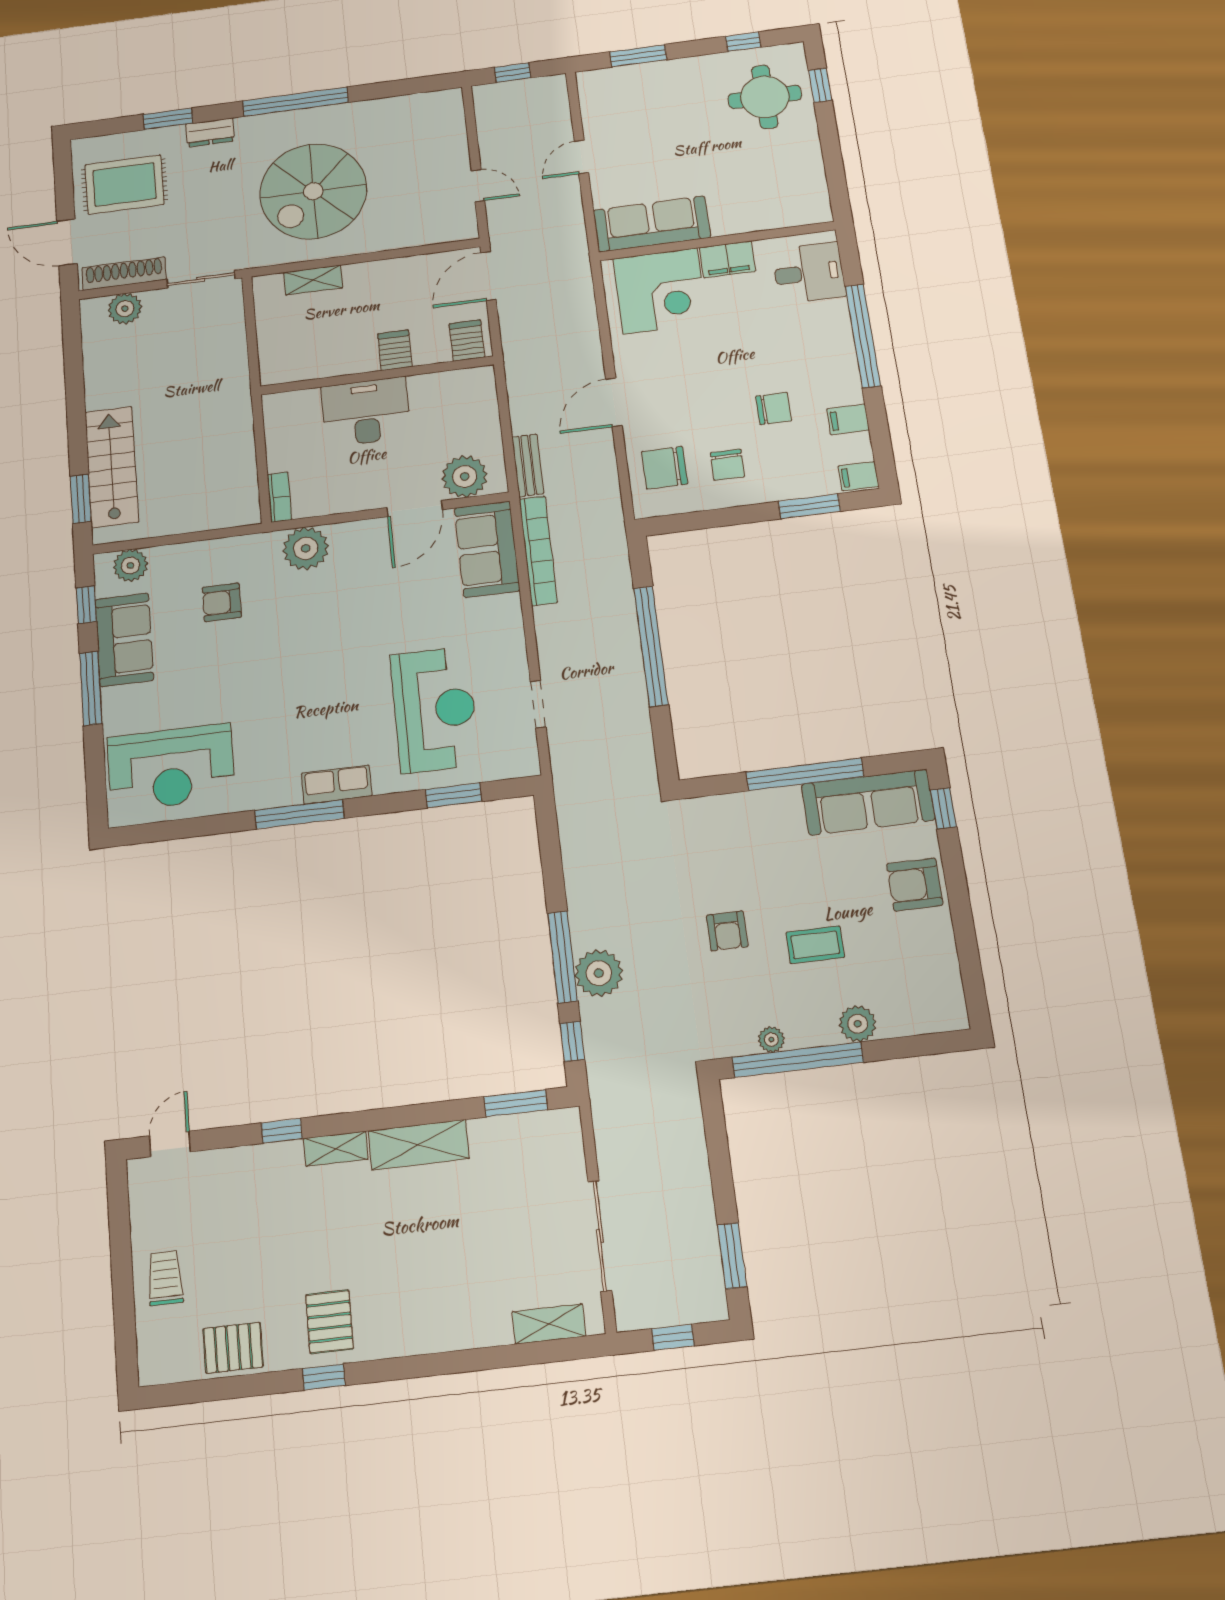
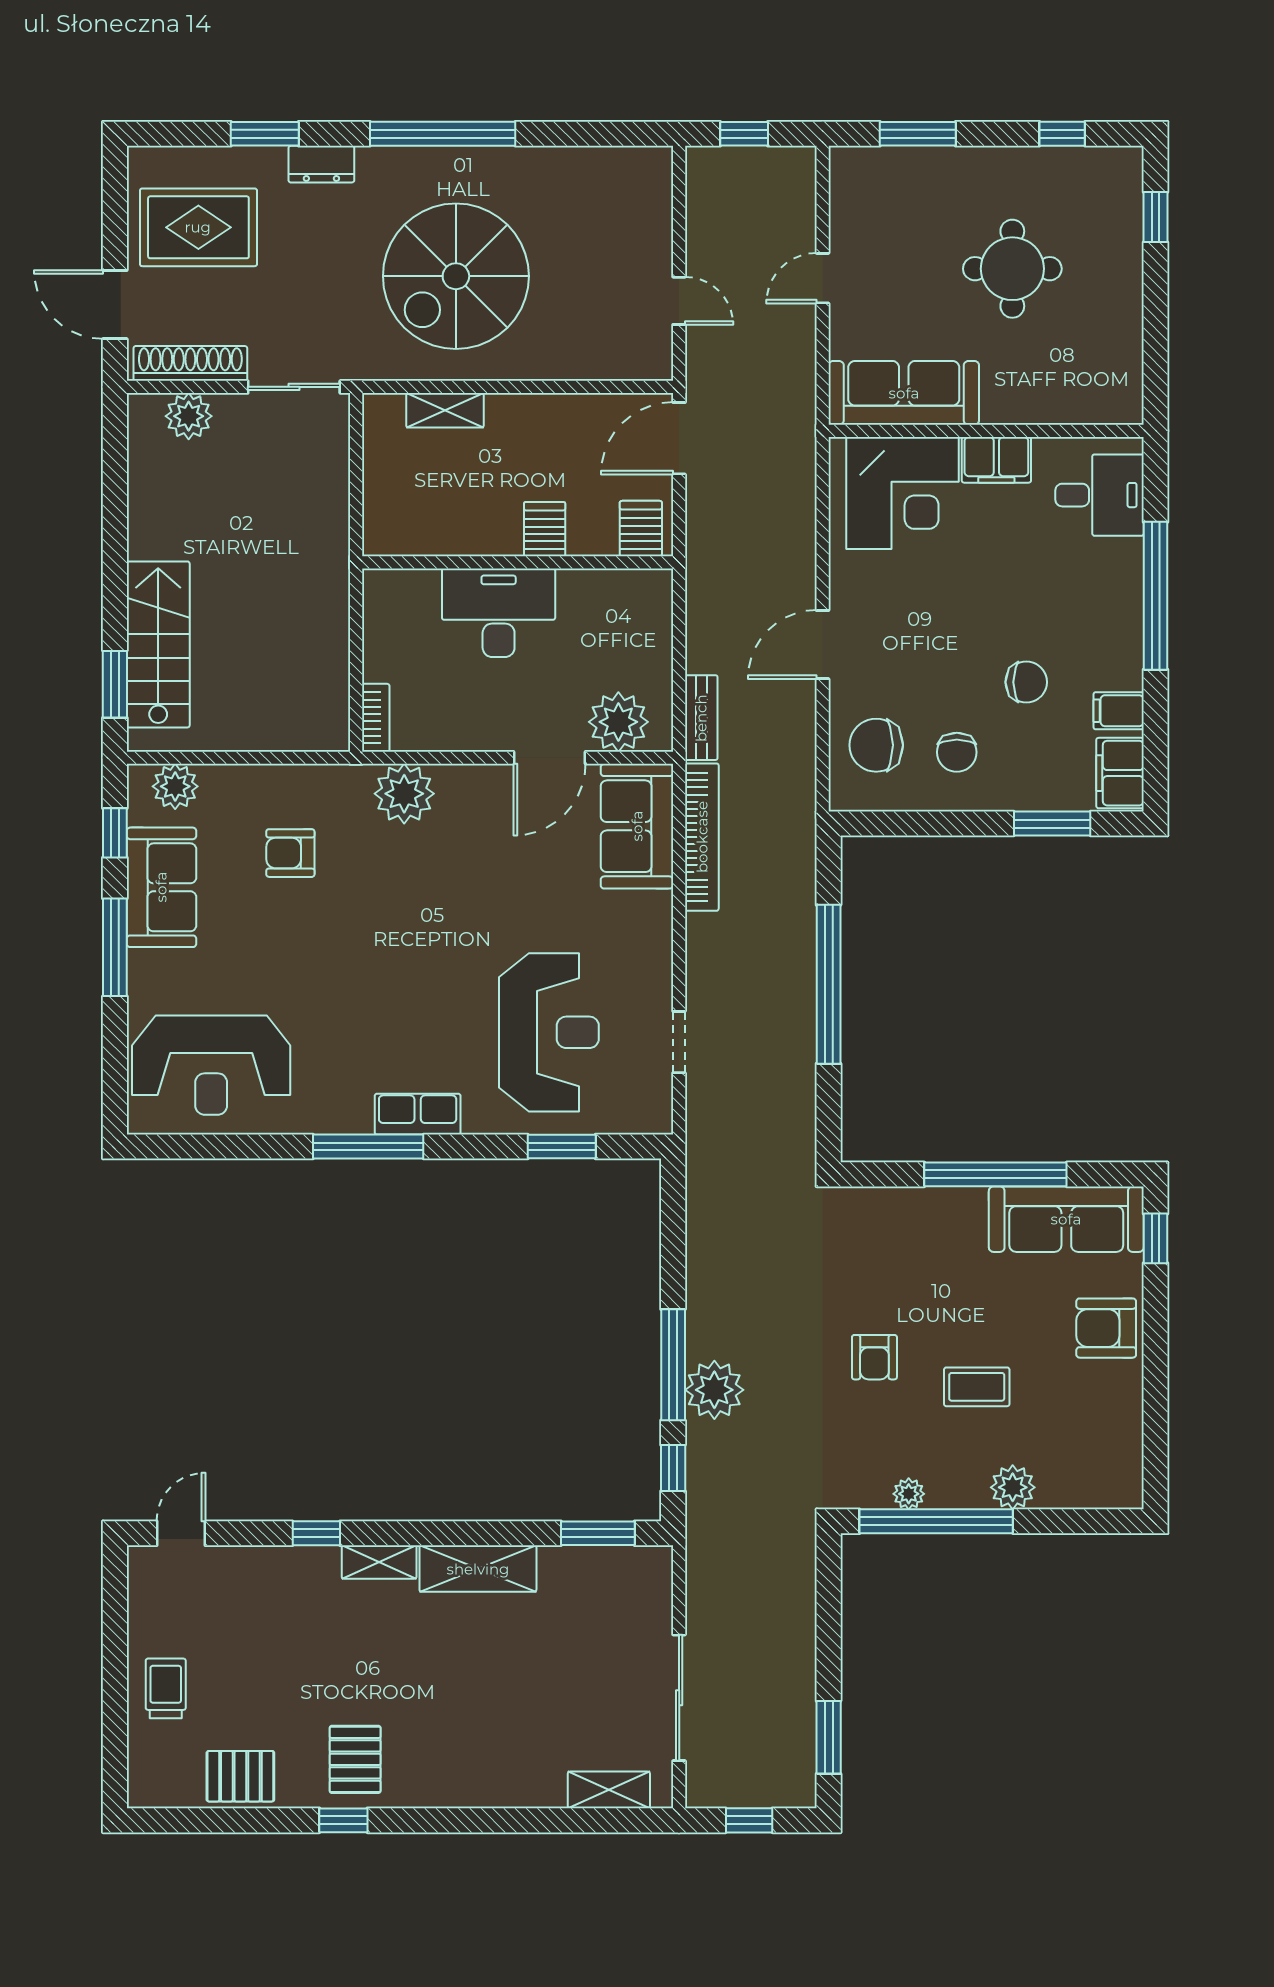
round table: (765, 97) -> (1012, 269), moved
filing cabinet: (858, 476) -> (1120, 773), width x2.00

